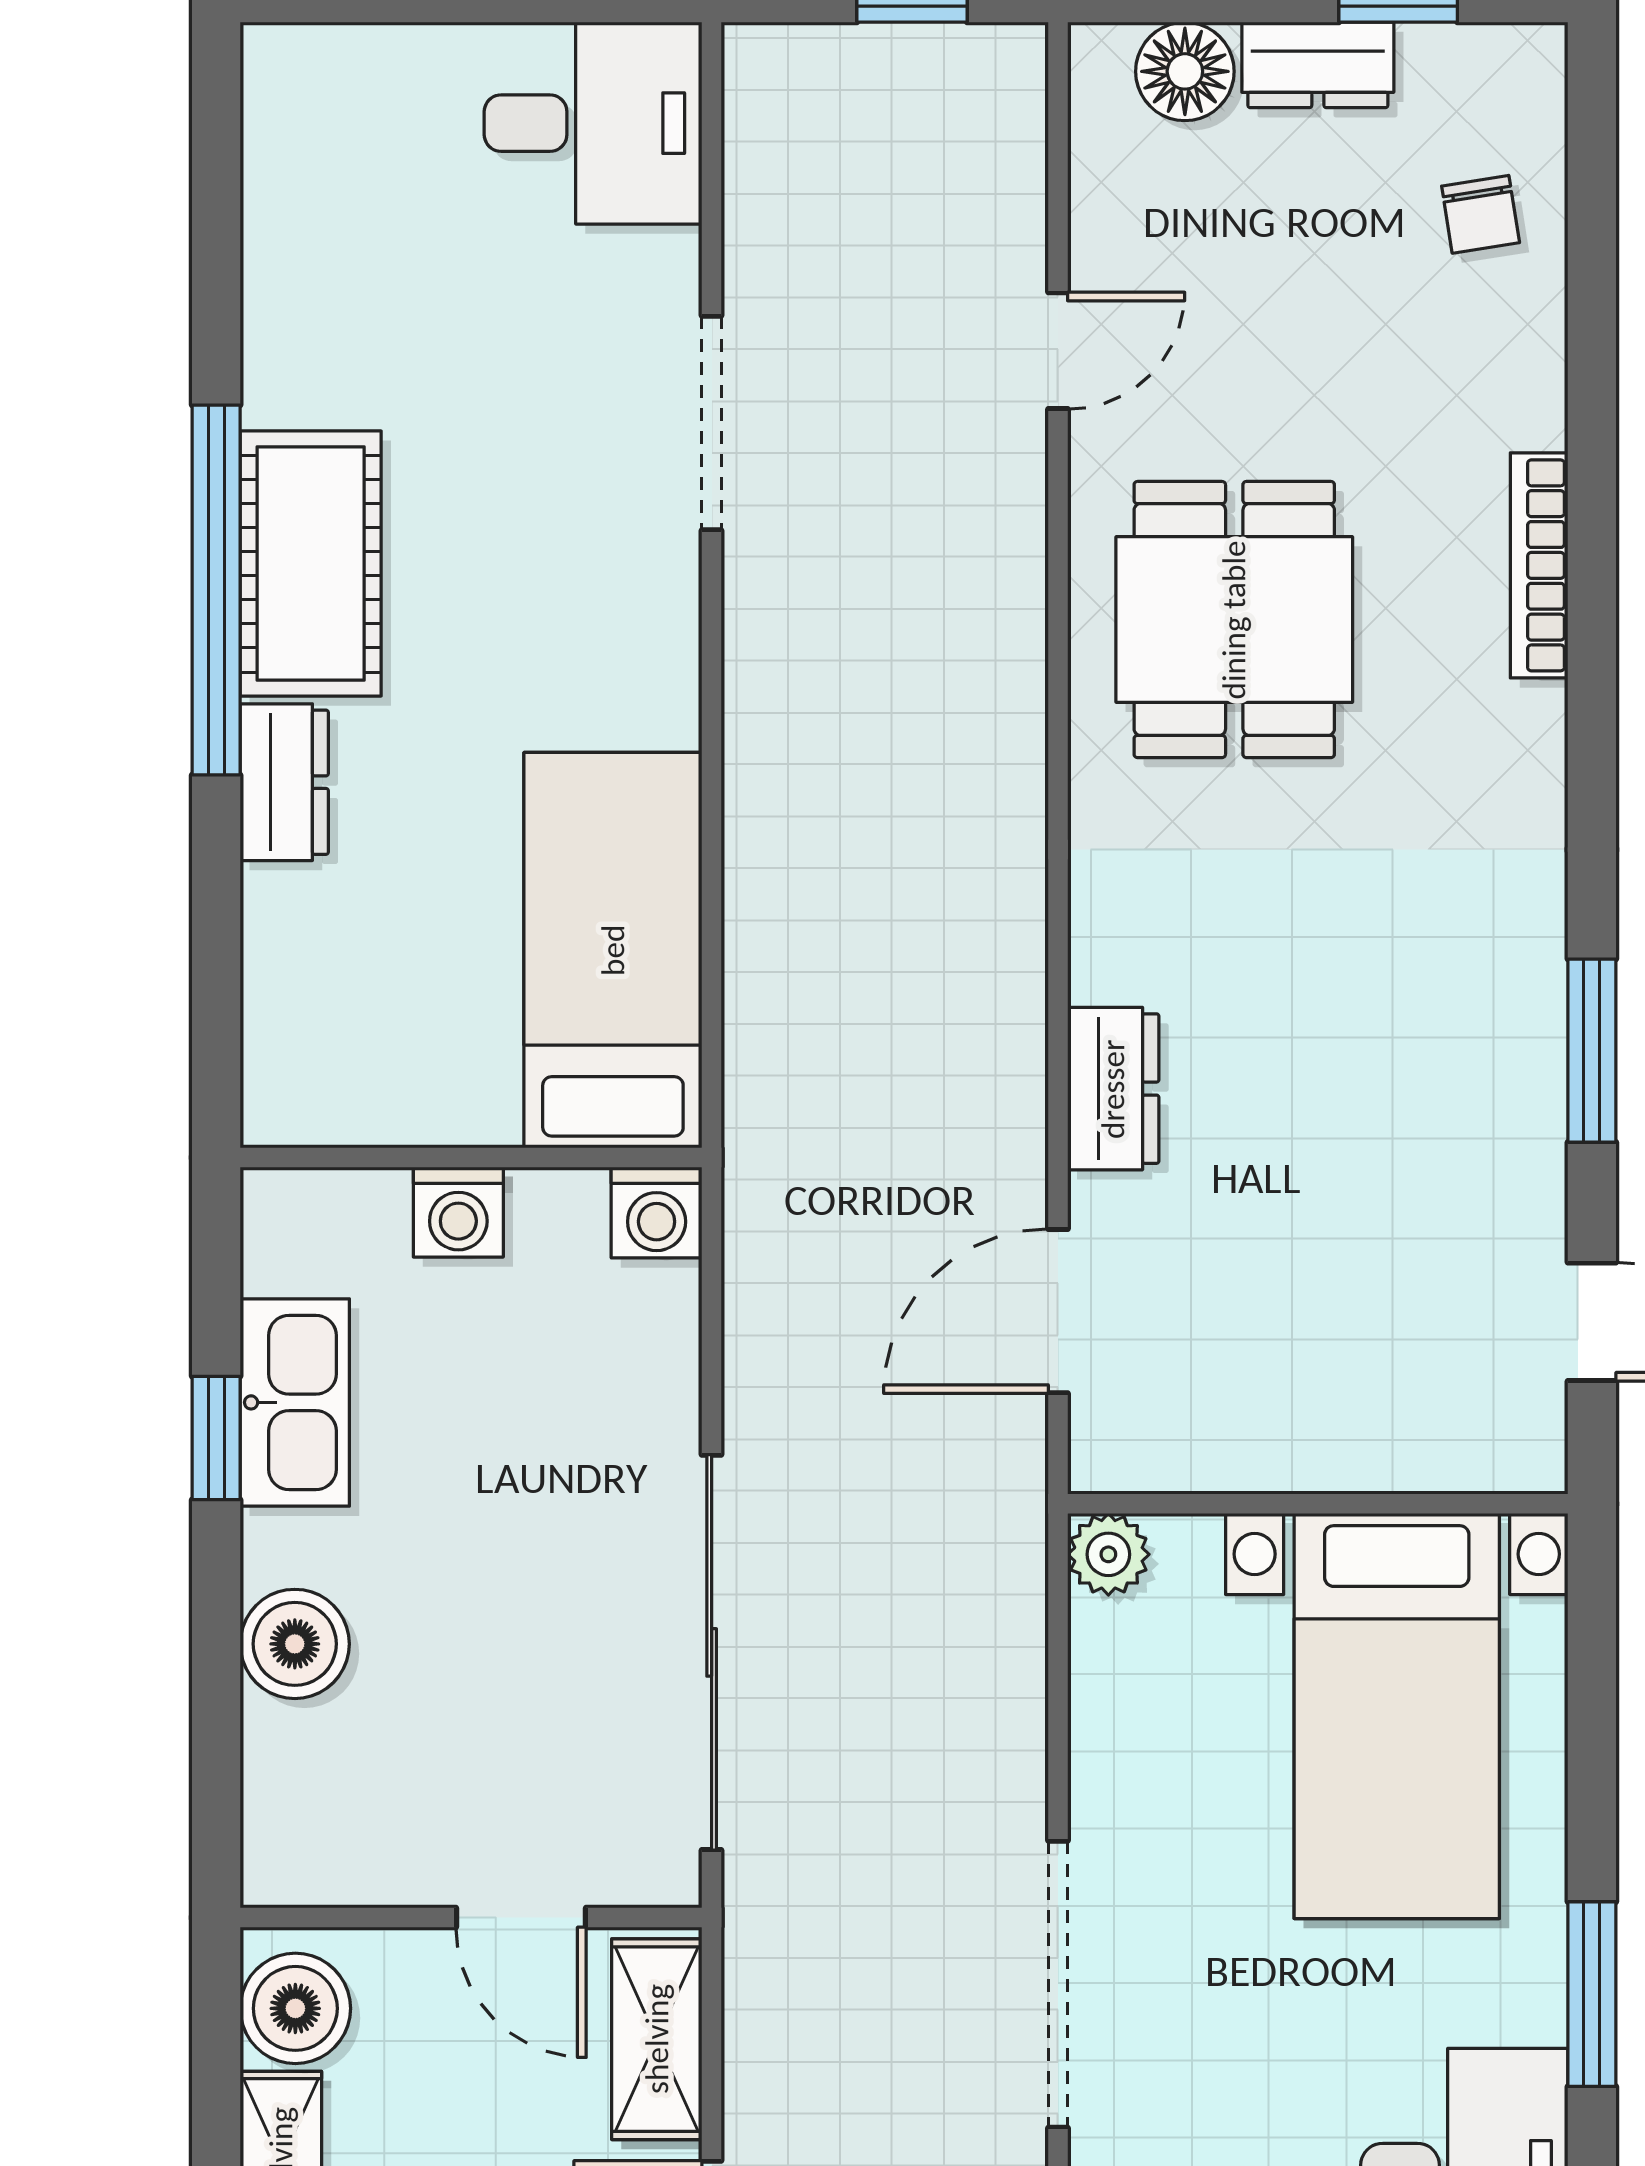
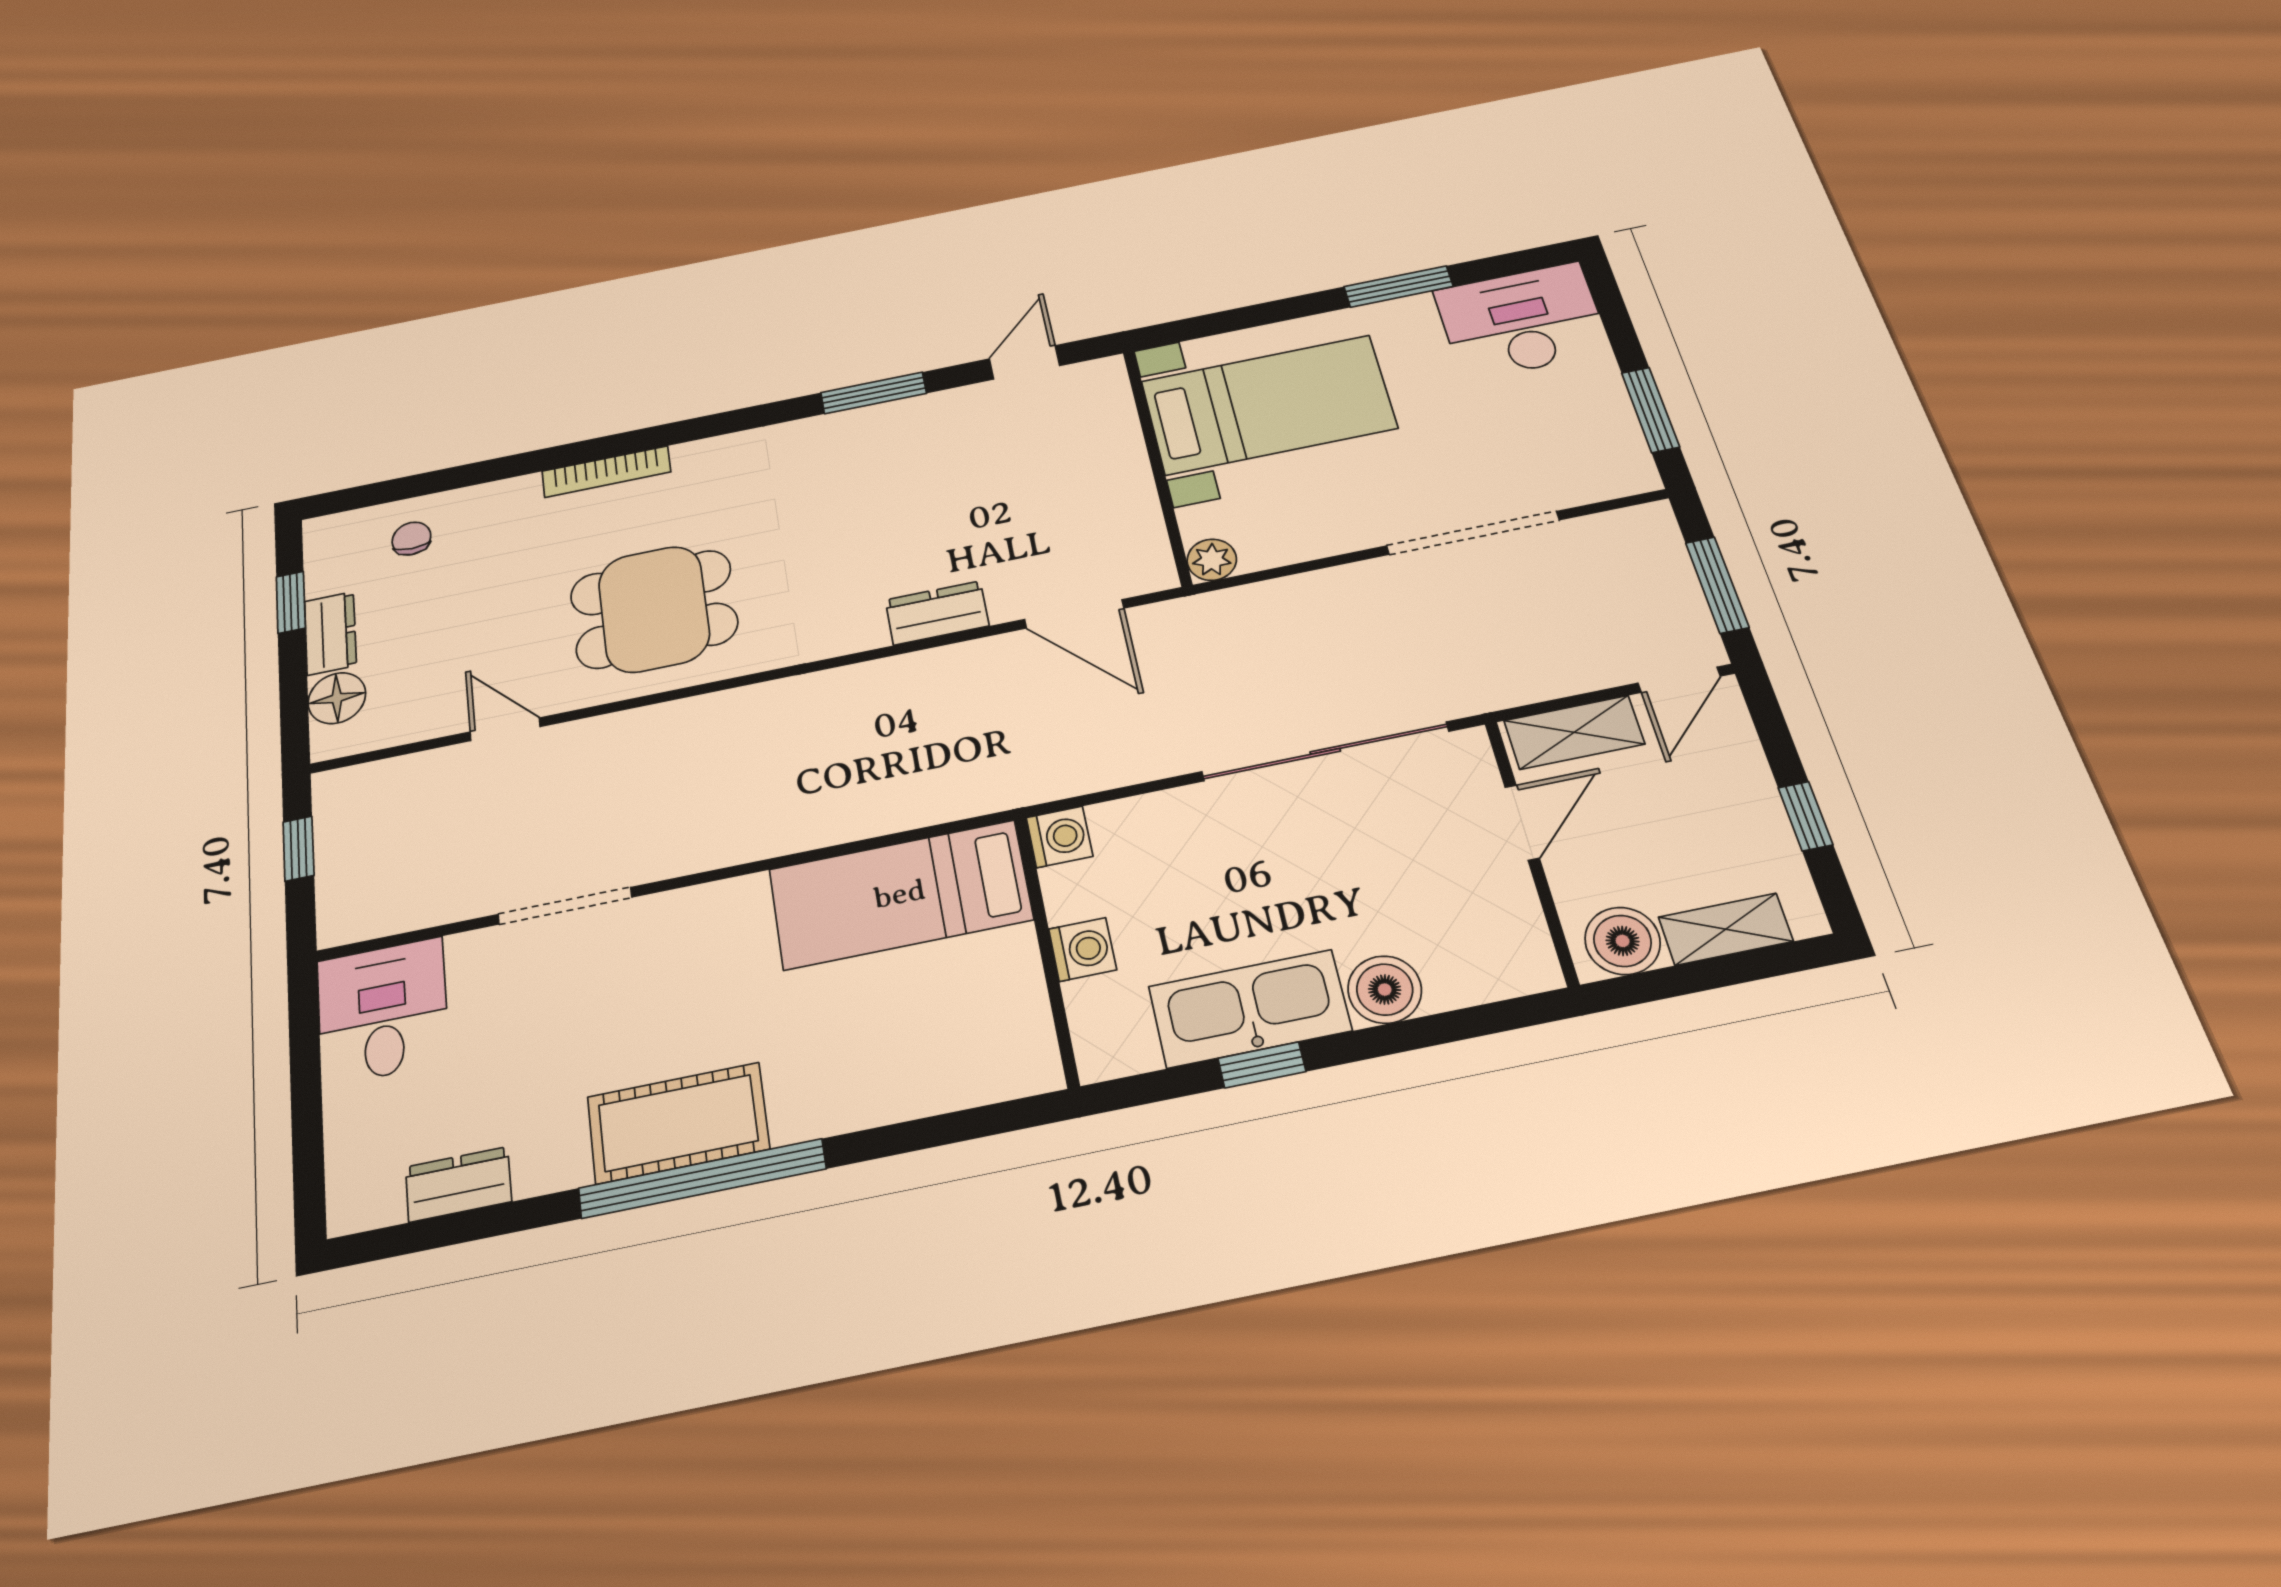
chair: (1481, 214) -> (411, 539), turned -81
dresser: (284, 782) -> (458, 1184), moved
kitchen sink: (295, 1402) -> (1250, 1009), width x1.36, depth x1.24

